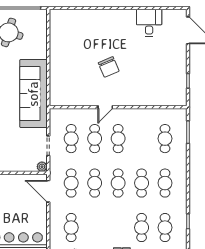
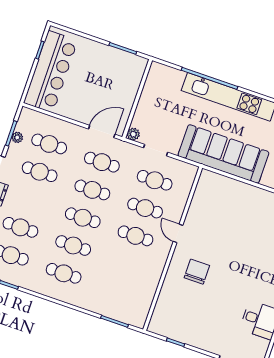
chair: (109, 67) -> (197, 272), moved, turned 113
cafe table: (165, 139) -> (40, 172), moved

